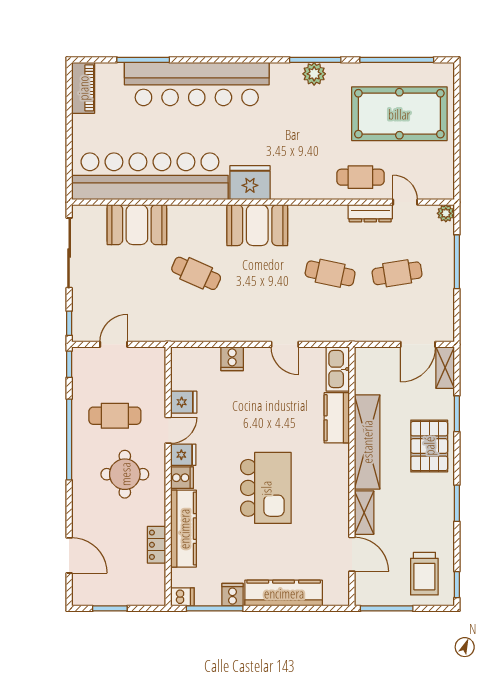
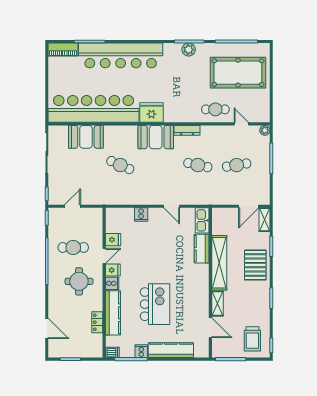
piano: (83, 88) -> (63, 49), moved, turned 90
dresser: (370, 213) -> (187, 130), moved
kitchen island: (266, 488) -> (155, 304), moved

